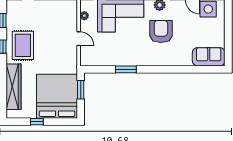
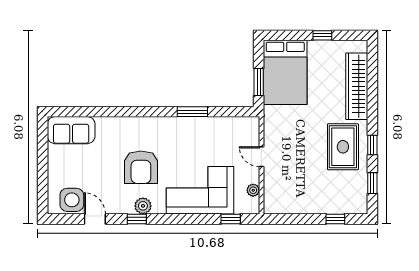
bed: (57, 96) -> (285, 72), width x0.73

